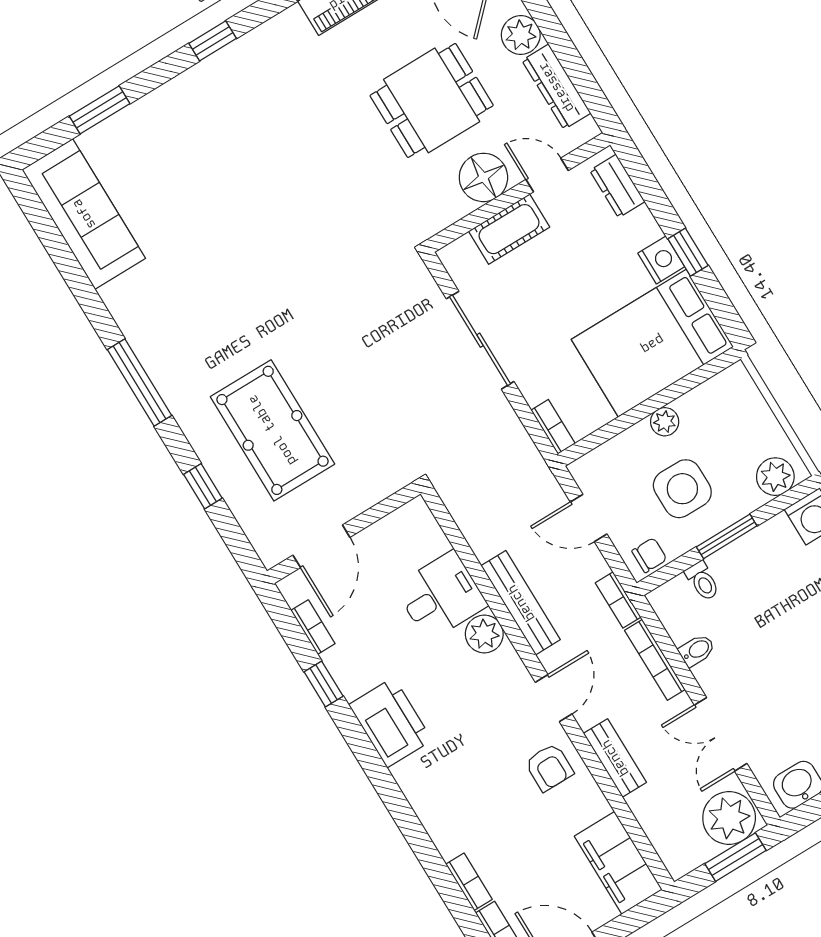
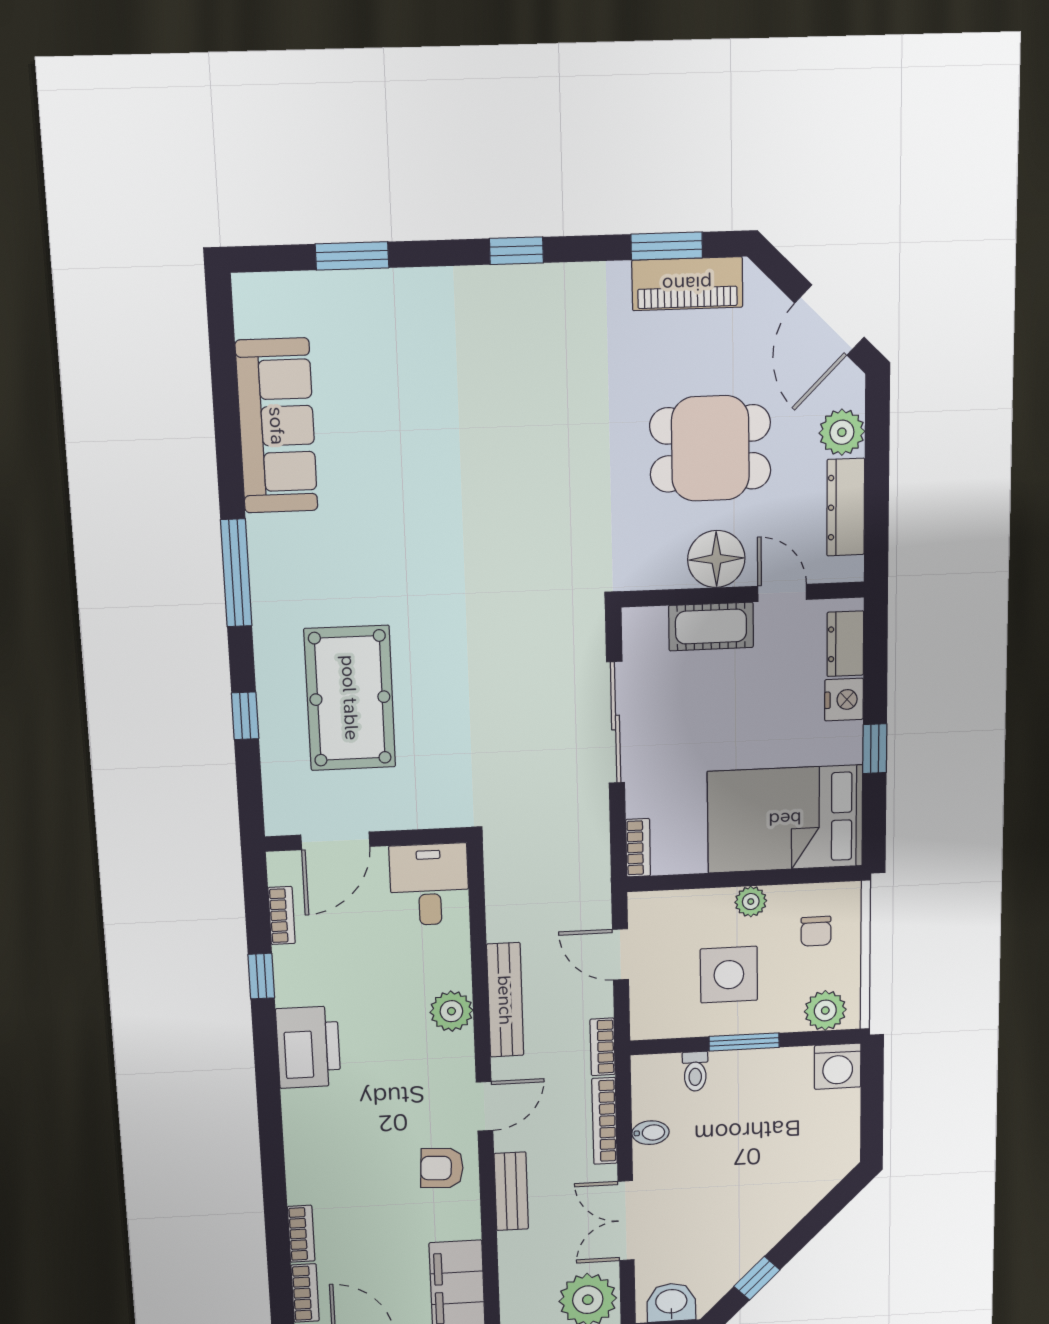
sofa: (84, 214) -> (277, 426), moved
nightstand: (661, 260) -> (844, 700), moved
chair: (649, 555) -> (816, 931), moved, turned 90
desk: (441, 596) -> (429, 885), moved, turned -90
armchair: (549, 767) -> (442, 1168), turned 93

